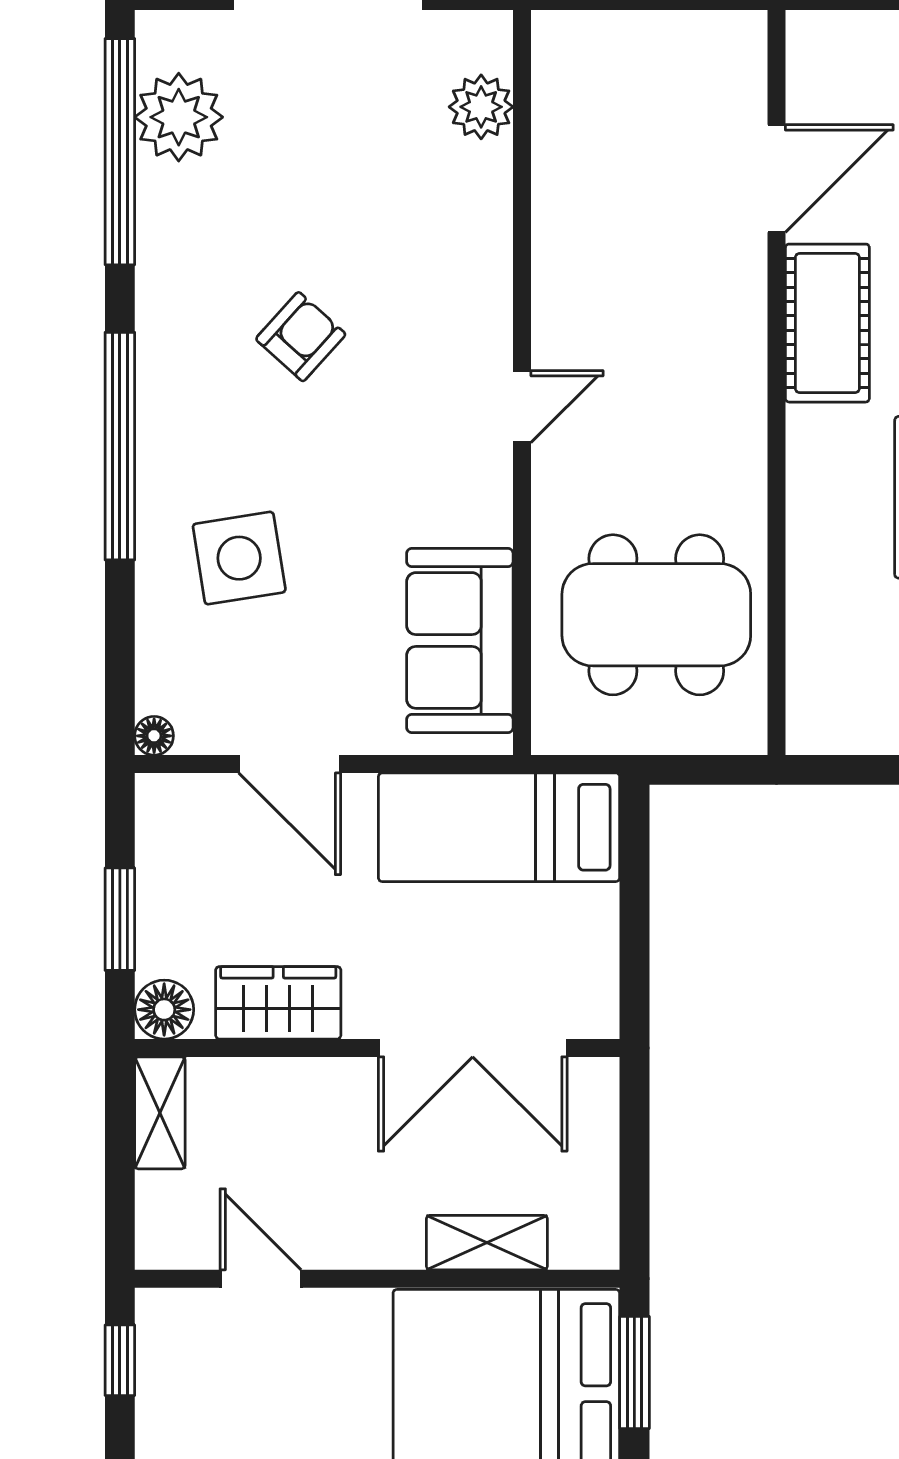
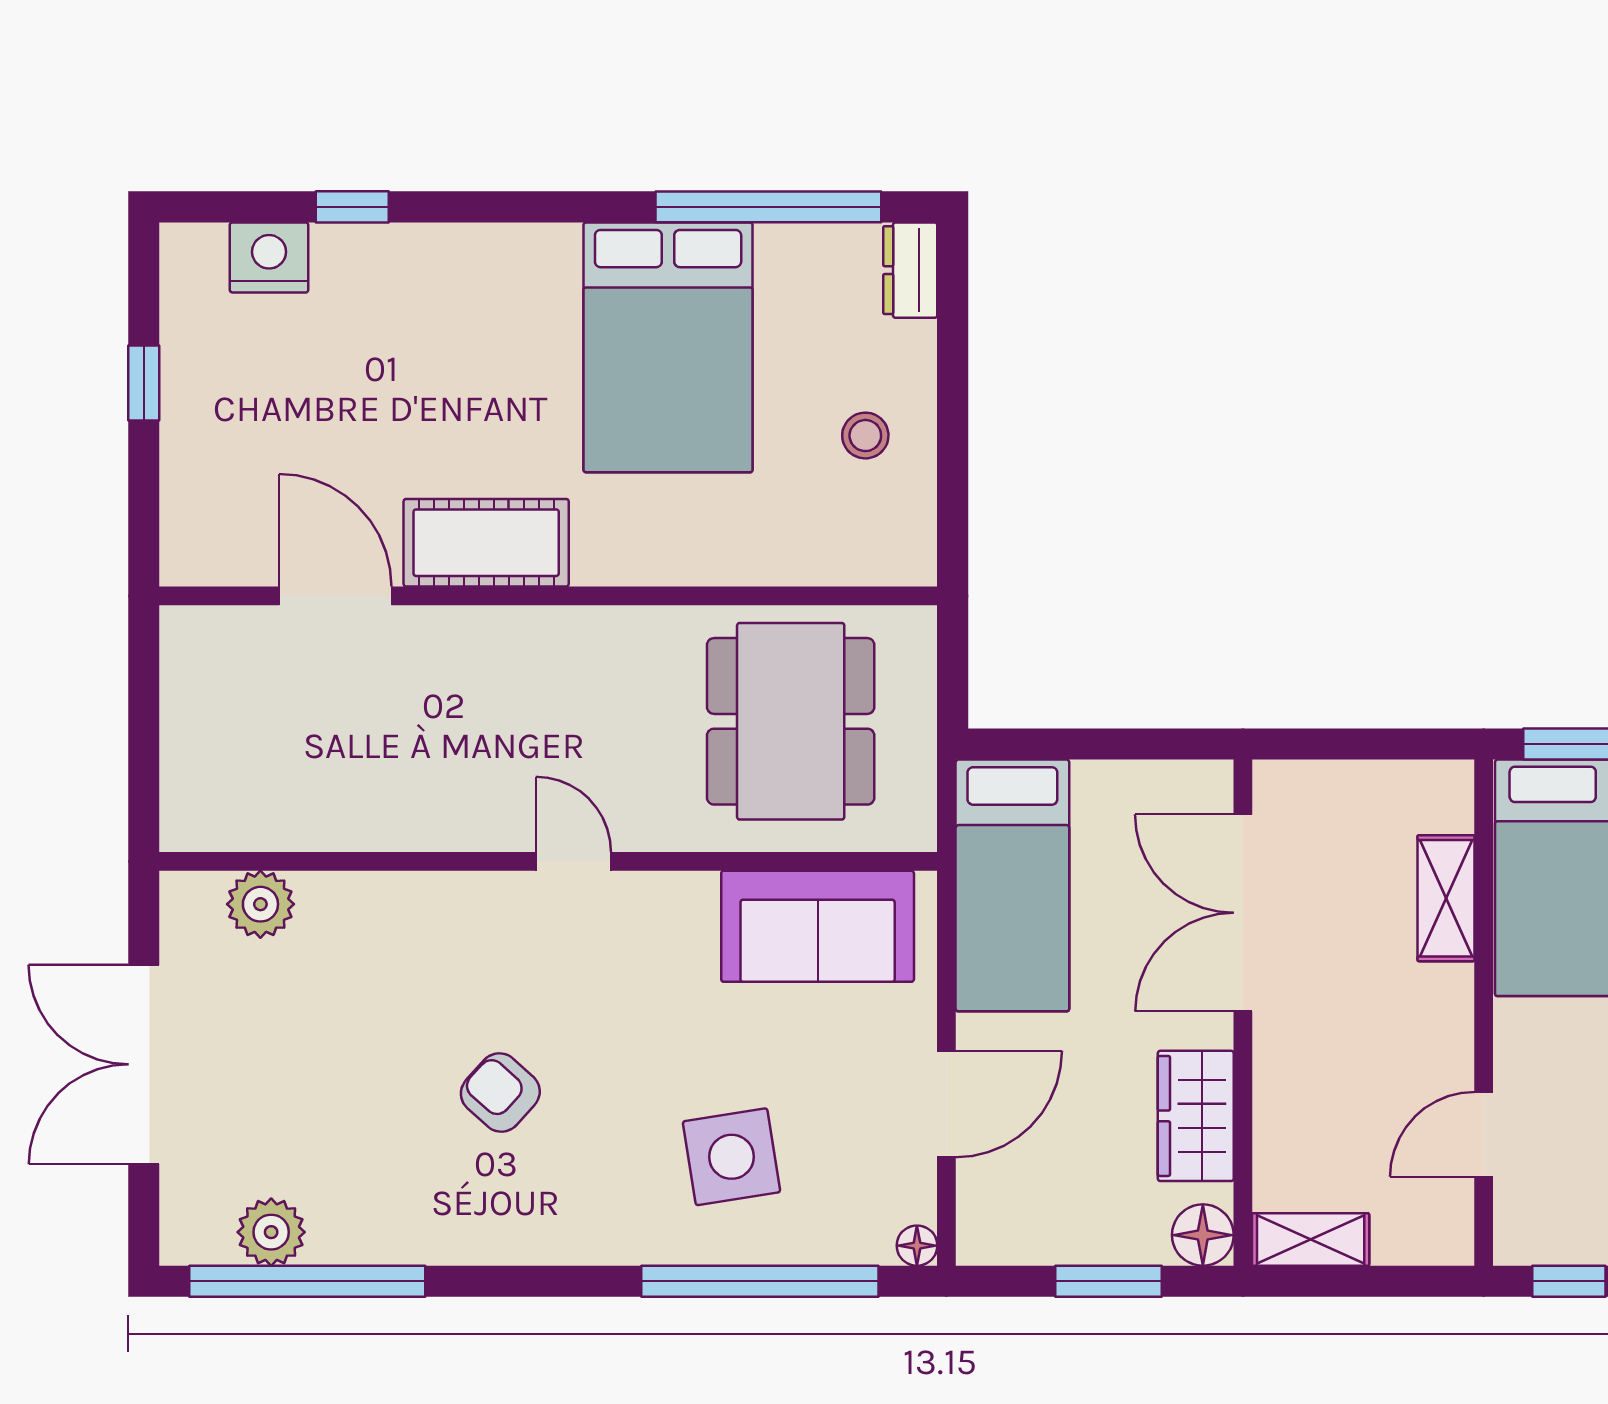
plant: (179, 117) -> (271, 1232), width x0.73, depth x0.73
window: (120, 446) -> (760, 1281), moved
double door: (473, 1048) -> (1243, 913), swing flipped

